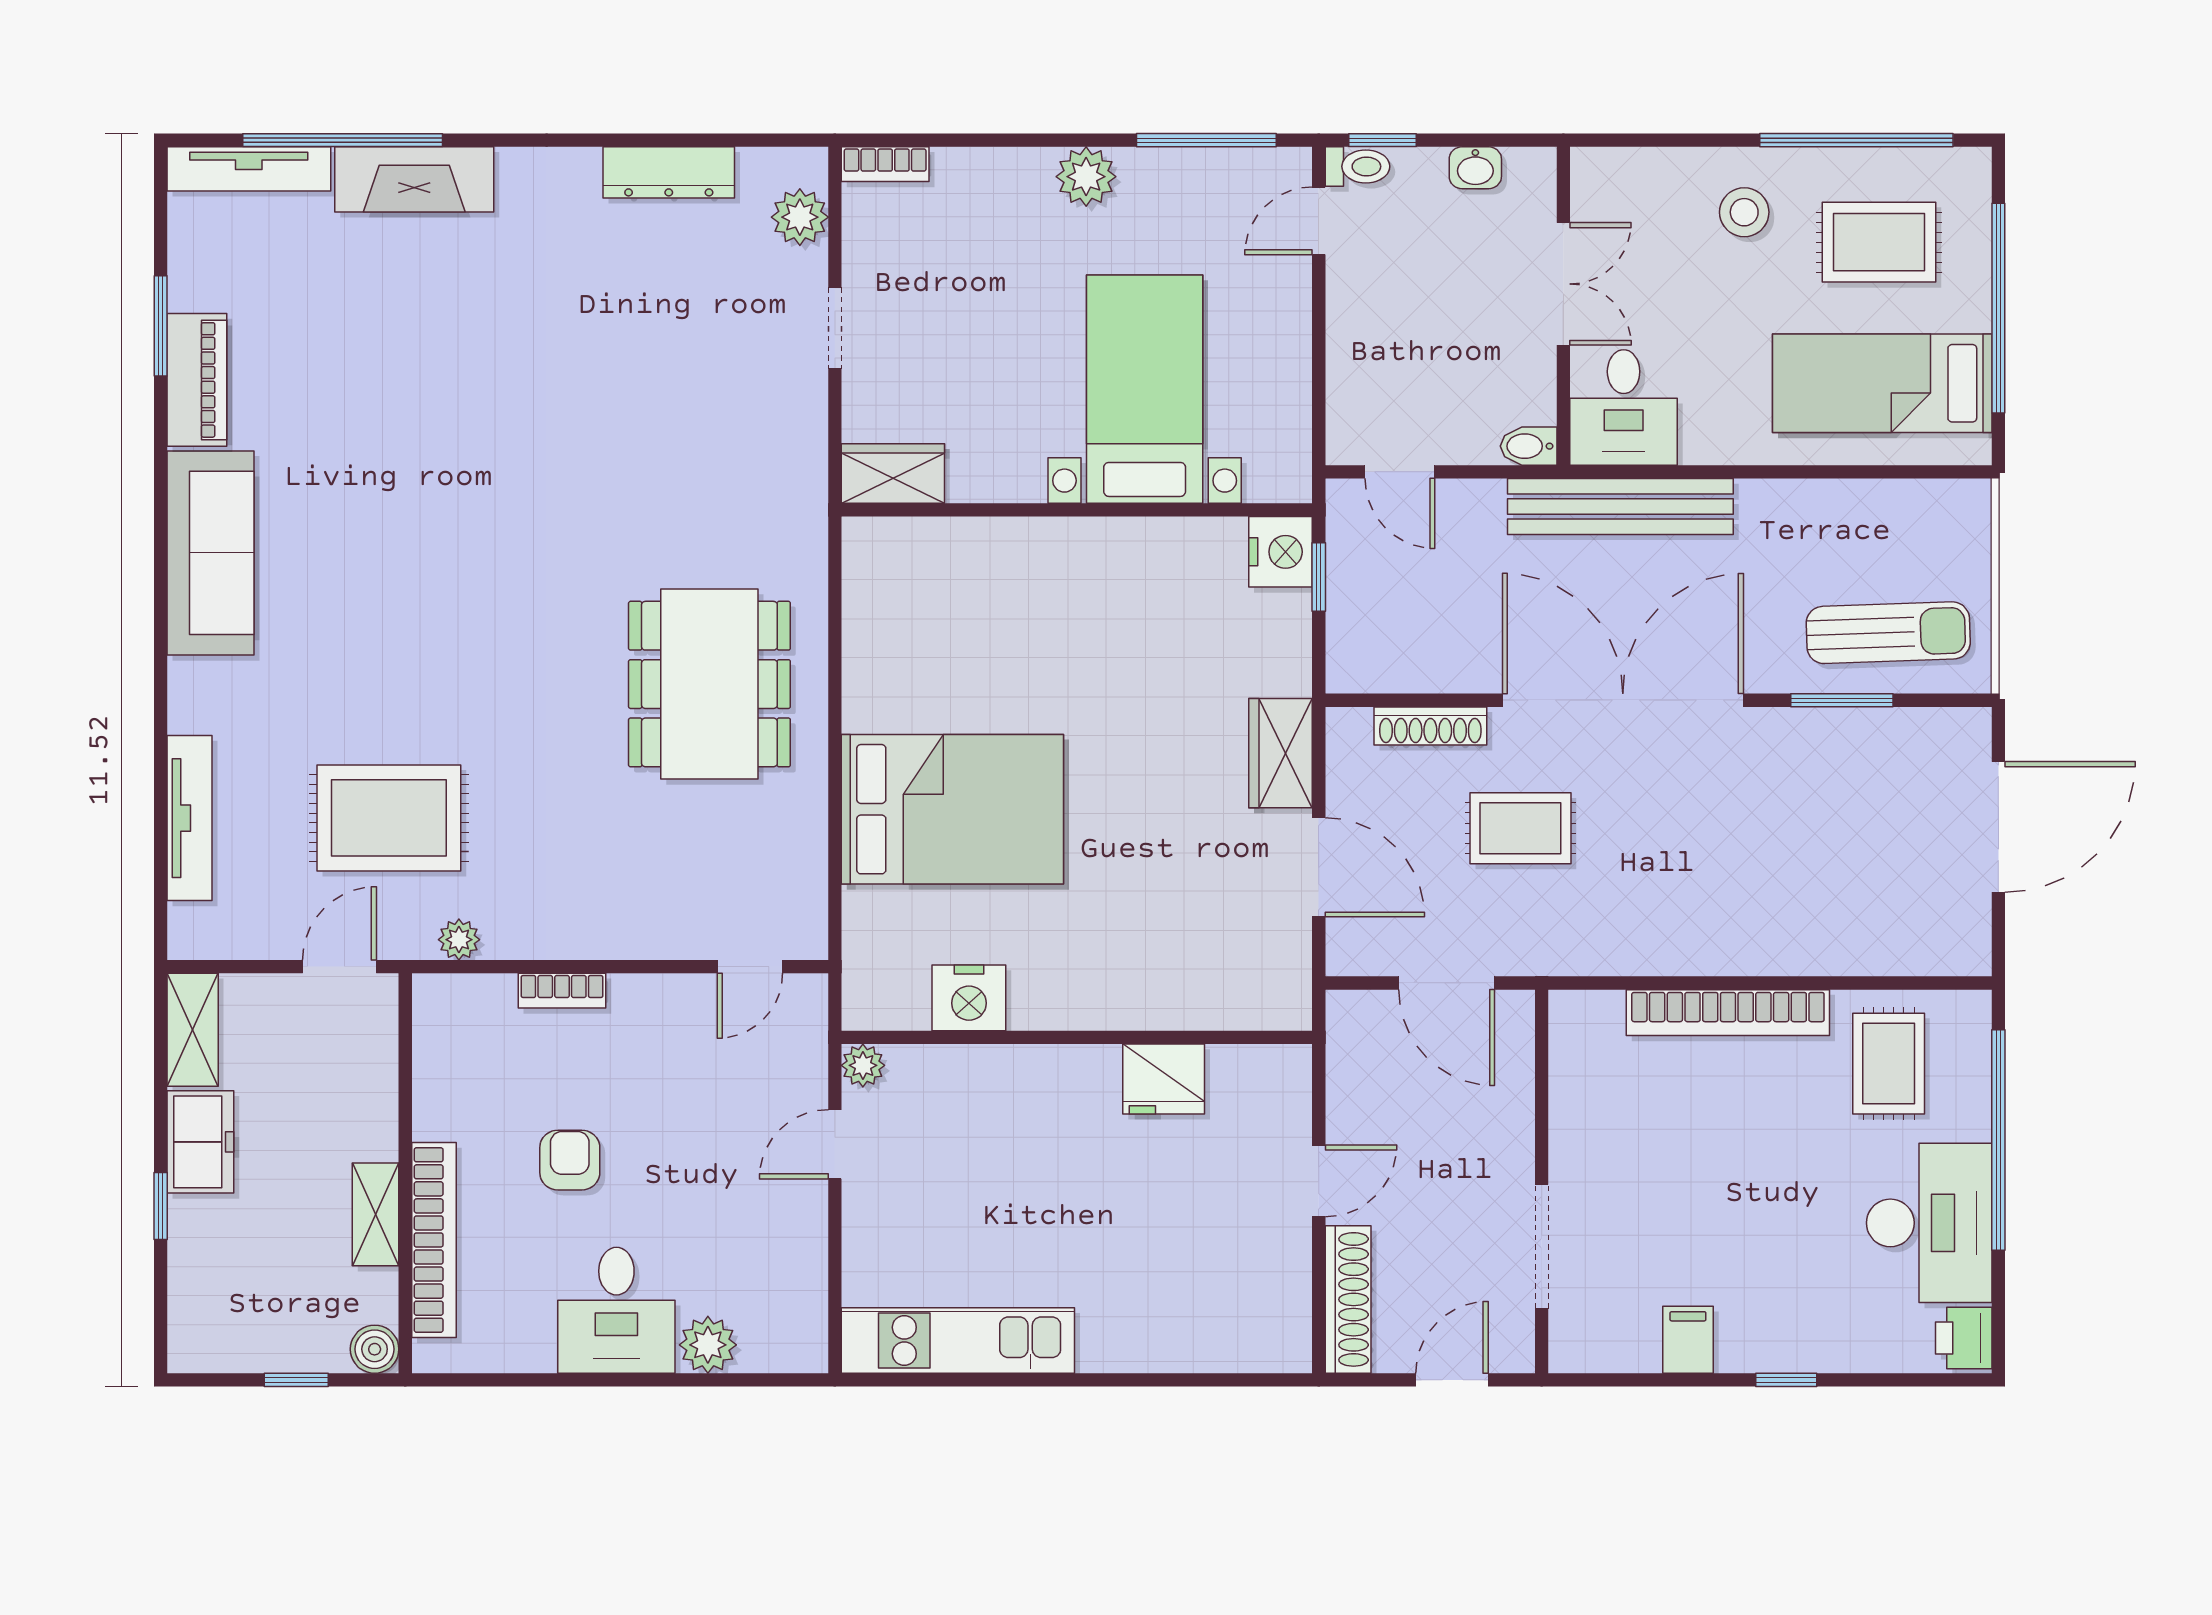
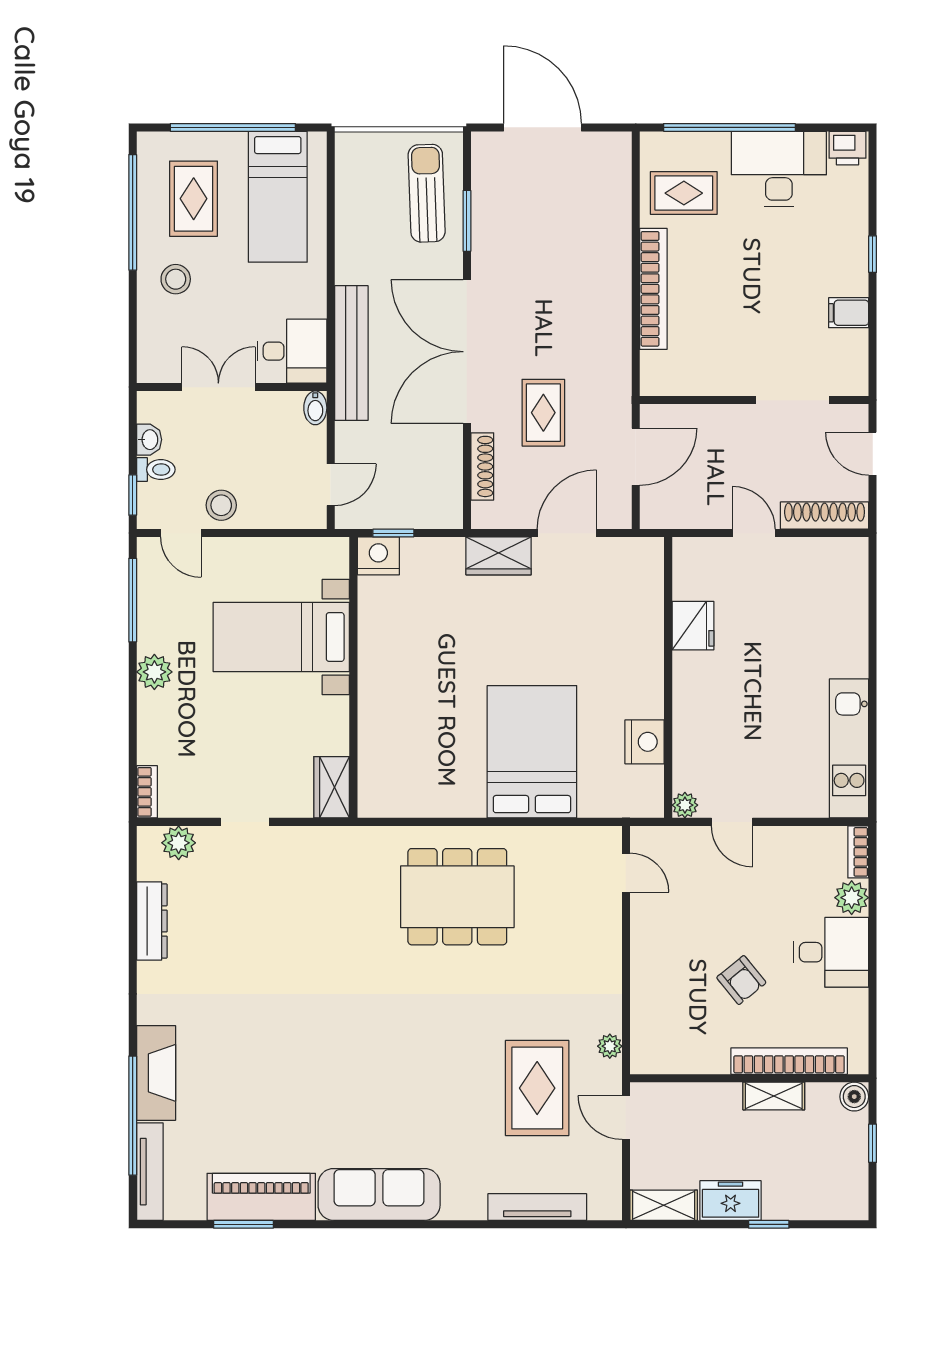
toilet: (1357, 166) -> (156, 470), moved, turned 90
stool: (1365, 289) -> (221, 505), added
piano: (197, 380) -> (261, 1197), width x1.37, depth x1.33
bookcase: (562, 991) -> (858, 852), moved, turned 180
armchair: (570, 1160) -> (741, 980), turned -129

